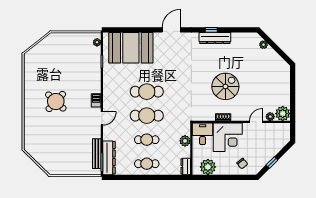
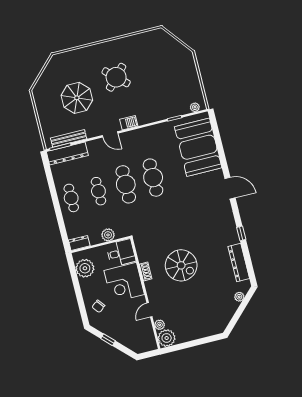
dresser: (215, 38) -> (239, 262), moved
door: (256, 122) -> (149, 310), swing flipped
parasol: (65, 138) -> (77, 98), added

